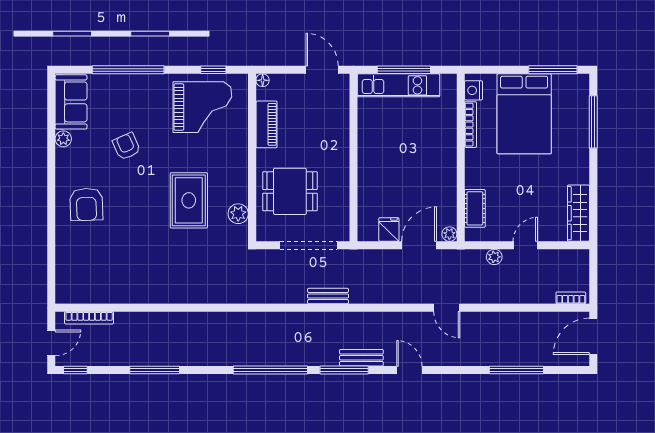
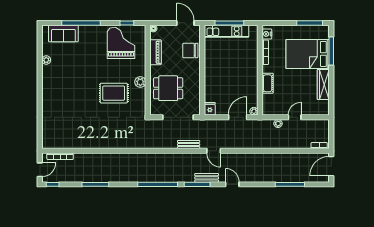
sofa: (71, 102) -> (63, 33), moved, turned 90
grand piano: (202, 107) -> (121, 43), turned -90
bed: (524, 114) -> (308, 54), moved, turned 90
chair: (331, 121) -> (190, 50), added
armchair: (126, 146) -> (80, 64), removed
rug: (189, 200) -> (114, 93), turned 90
armchair: (86, 204) -> (59, 95), removed
cot: (475, 208) -> (268, 83), moved
wardrobe: (578, 213) -> (323, 85), moved
plant: (238, 214) -> (140, 82), moved
fridge: (389, 229) -> (210, 109), moved
door: (447, 308) -> (214, 151), moved

